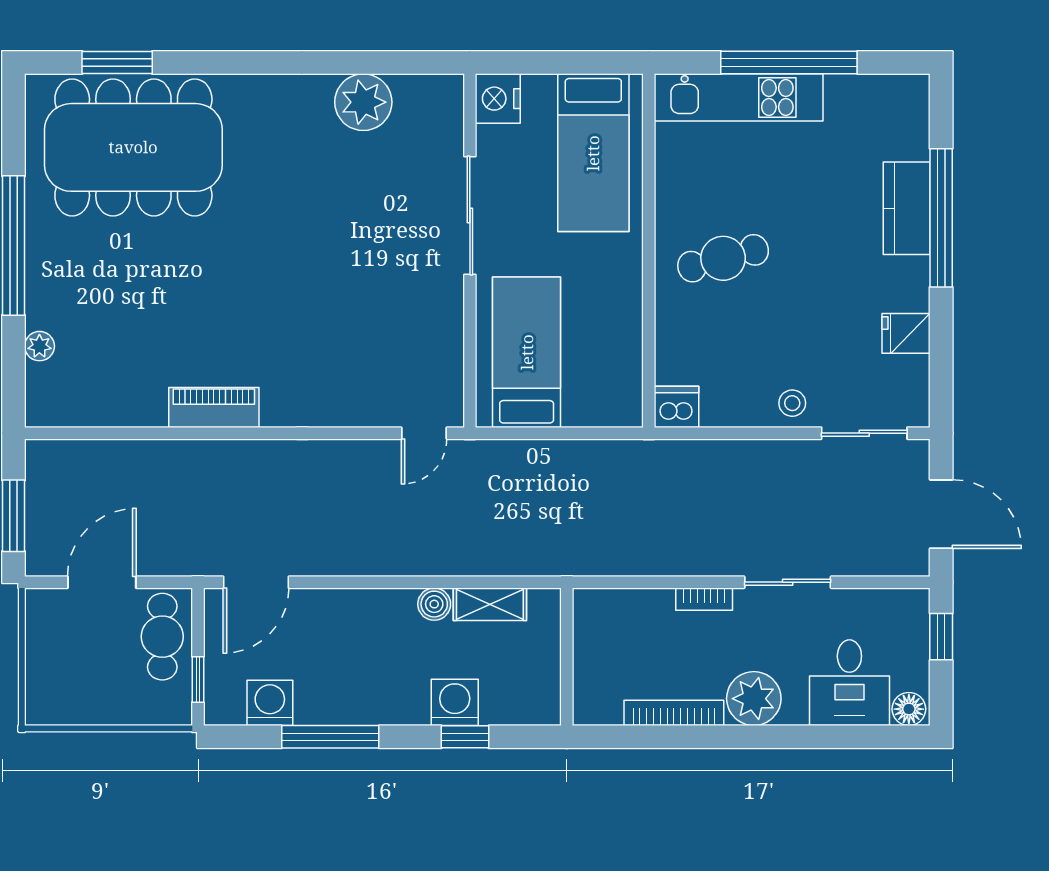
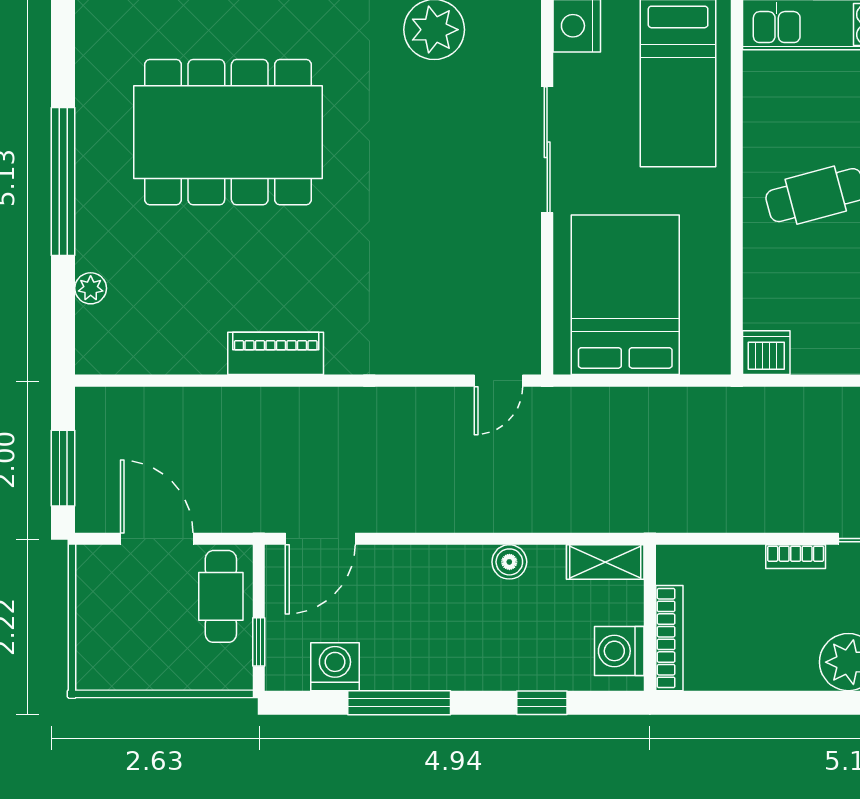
dining table: (133, 147) -> (228, 132), moved
bed: (527, 352) -> (625, 295), width x1.50
door: (102, 582) -> (157, 539), hinge flipped
shelving: (490, 604) -> (605, 562), moved
washing machine: (455, 702) -> (619, 651), moved, turned -90
bookcase: (674, 713) -> (669, 638), moved, turned 90

